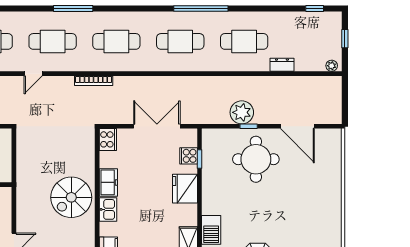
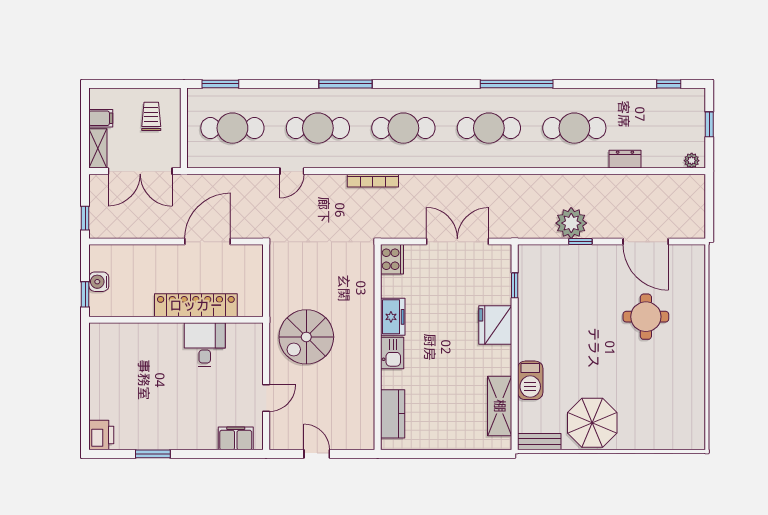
cooker: (189, 156) -> (500, 281), removed
round table: (256, 159) -> (646, 317), moved, width x0.73, depth x0.73
spiral stairs: (71, 197) -> (306, 337), moved

